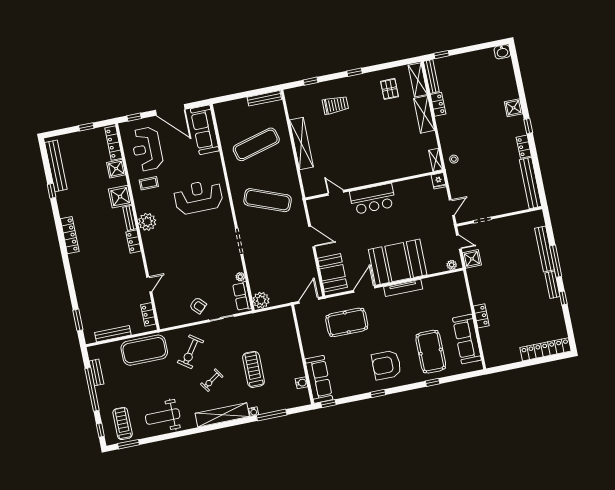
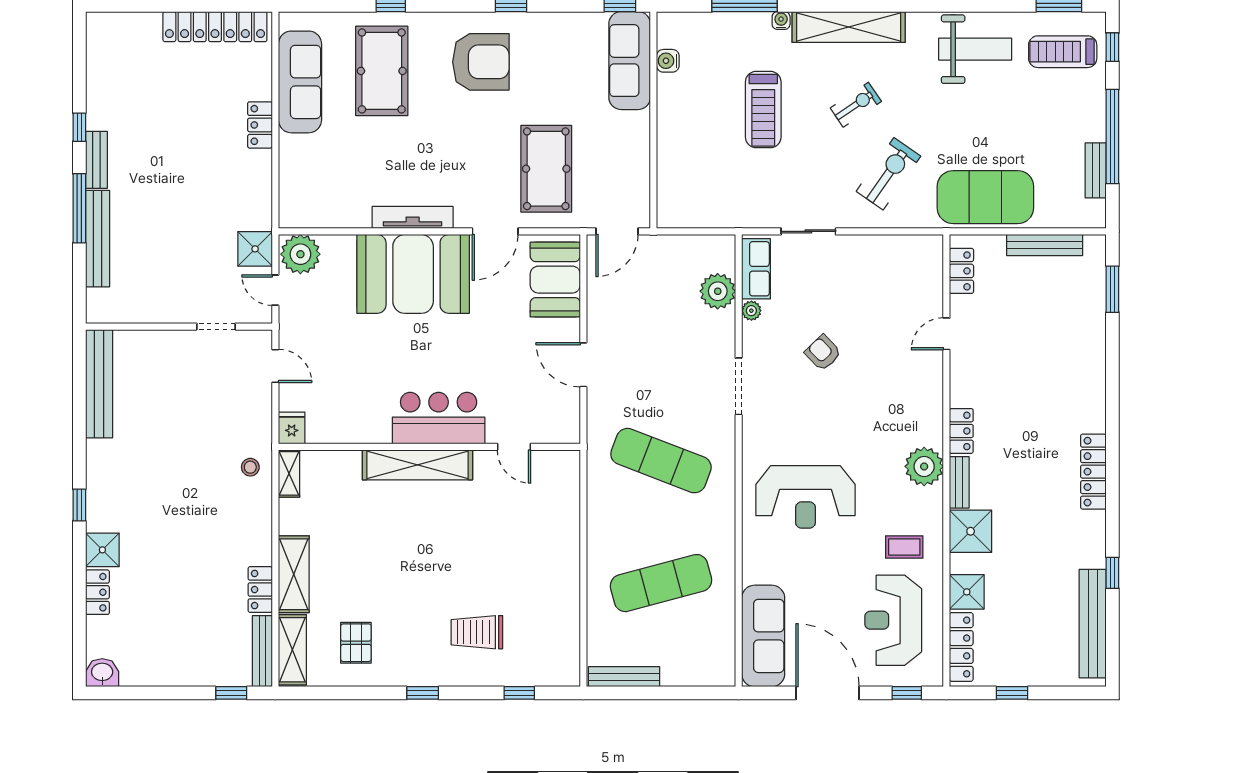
shelving: (301, 144) -> (417, 465), moved, turned 90
locker: (524, 147) -> (97, 592), moved
reception desk: (147, 149) -> (893, 620), turned 180
door: (452, 207) -> (275, 366), swing flipped
plant: (452, 265) -> (300, 254), width x1.87, depth x1.87
plant: (261, 300) -> (718, 291), moved
armchair: (198, 305) -> (823, 353), moved
pool table: (347, 322) -> (546, 169), turned 90
locker: (545, 349) -> (215, 27), moved
treadmill: (123, 423) -> (1063, 52), turned 90

